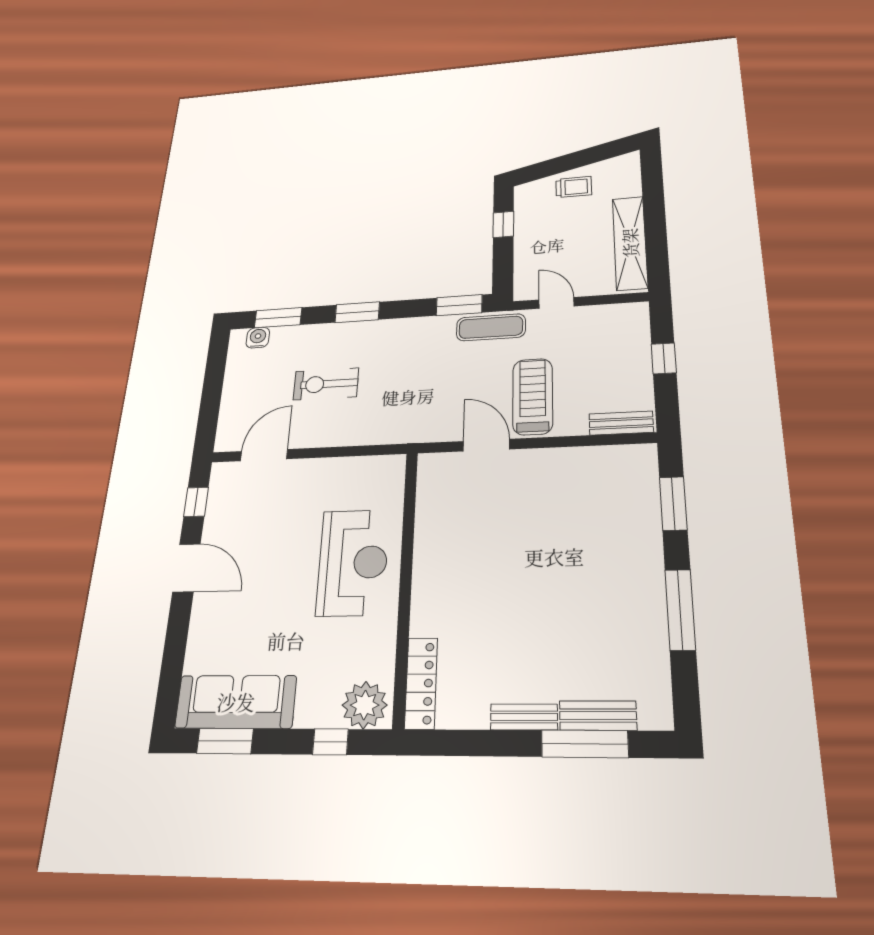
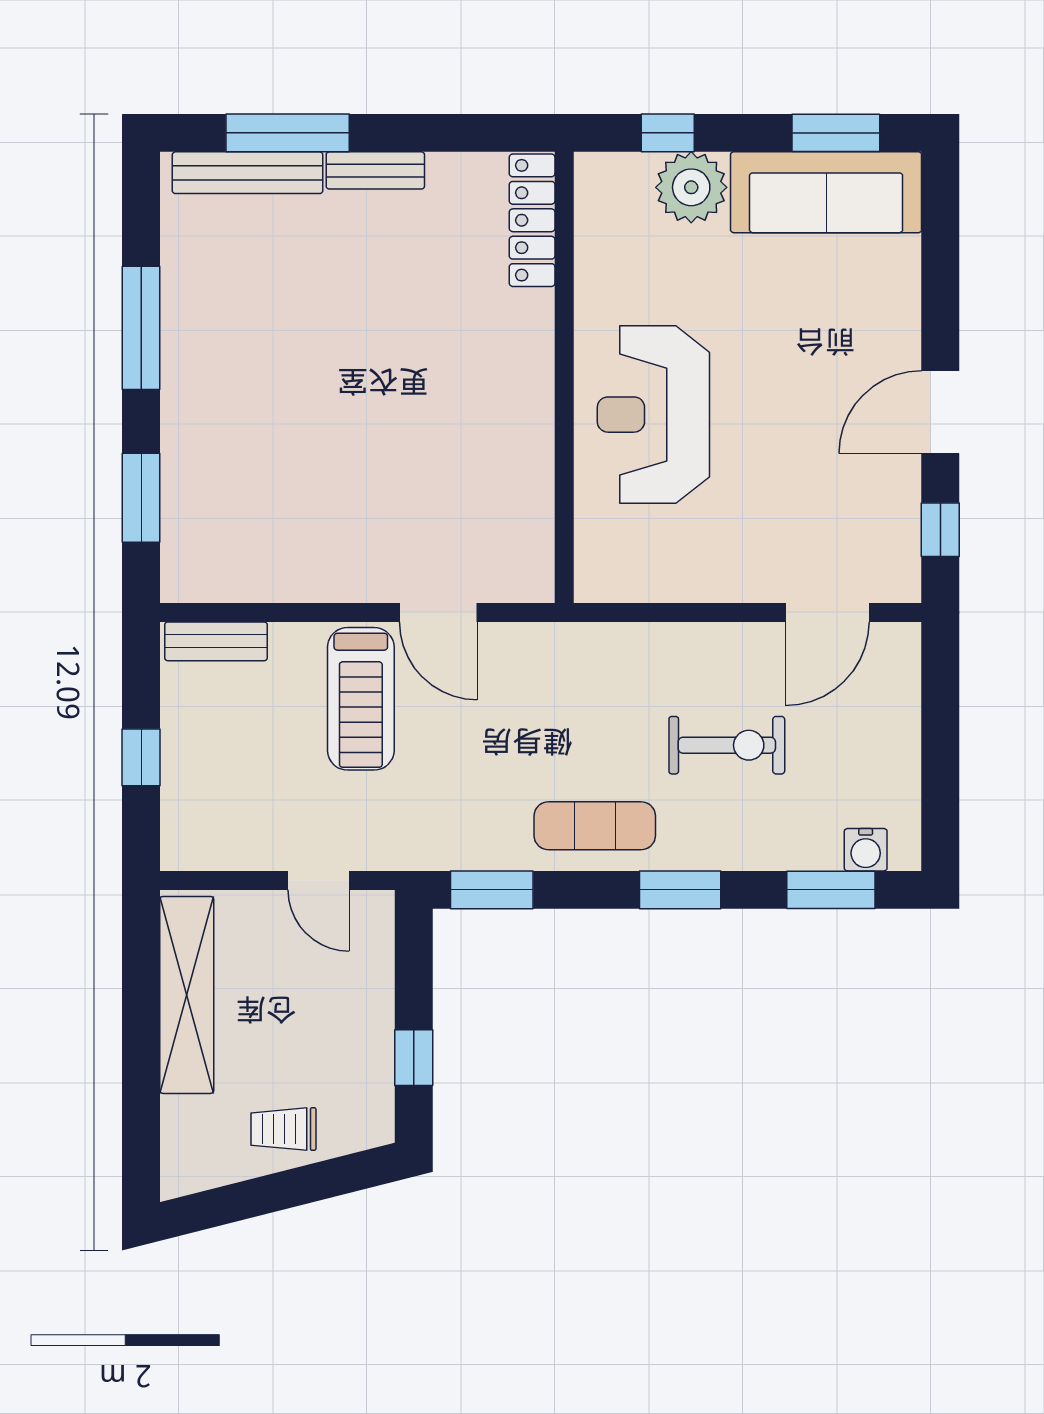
exercise mat: (491, 327) -> (595, 826), moved
door: (186, 568) -> (940, 412), hinge flipped
plant: (365, 705) -> (691, 187), moved
bench: (598, 716) -> (248, 173), width x1.36

